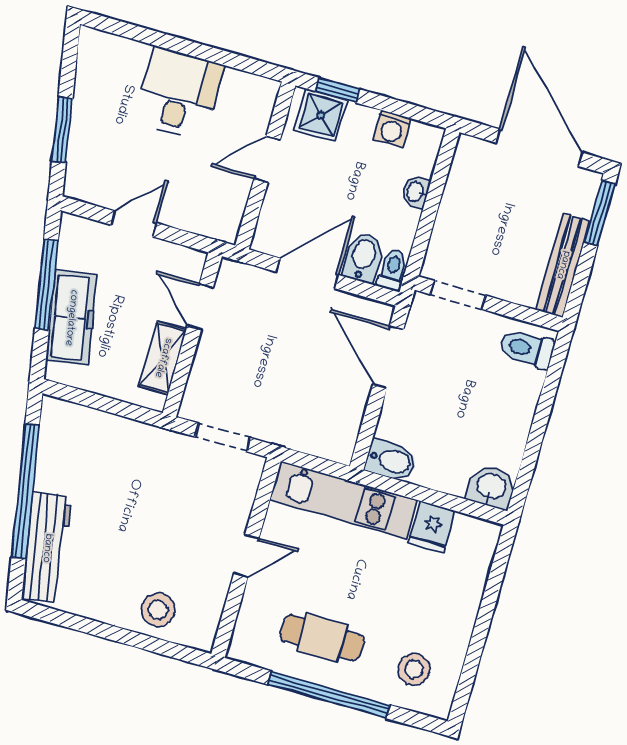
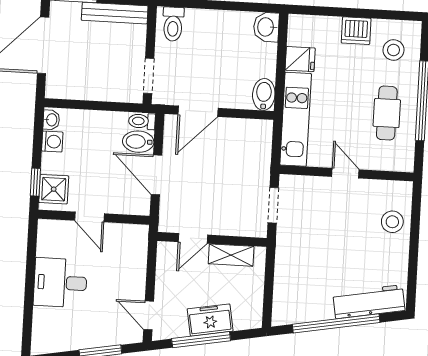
washbasin: (416, 192) -> (51, 120), moved, turned -90
door: (134, 224) -> (149, 315), moved
freezer: (71, 318) -> (210, 320), width x0.71
dishwasher: (456, 620) -> (356, 31), added

